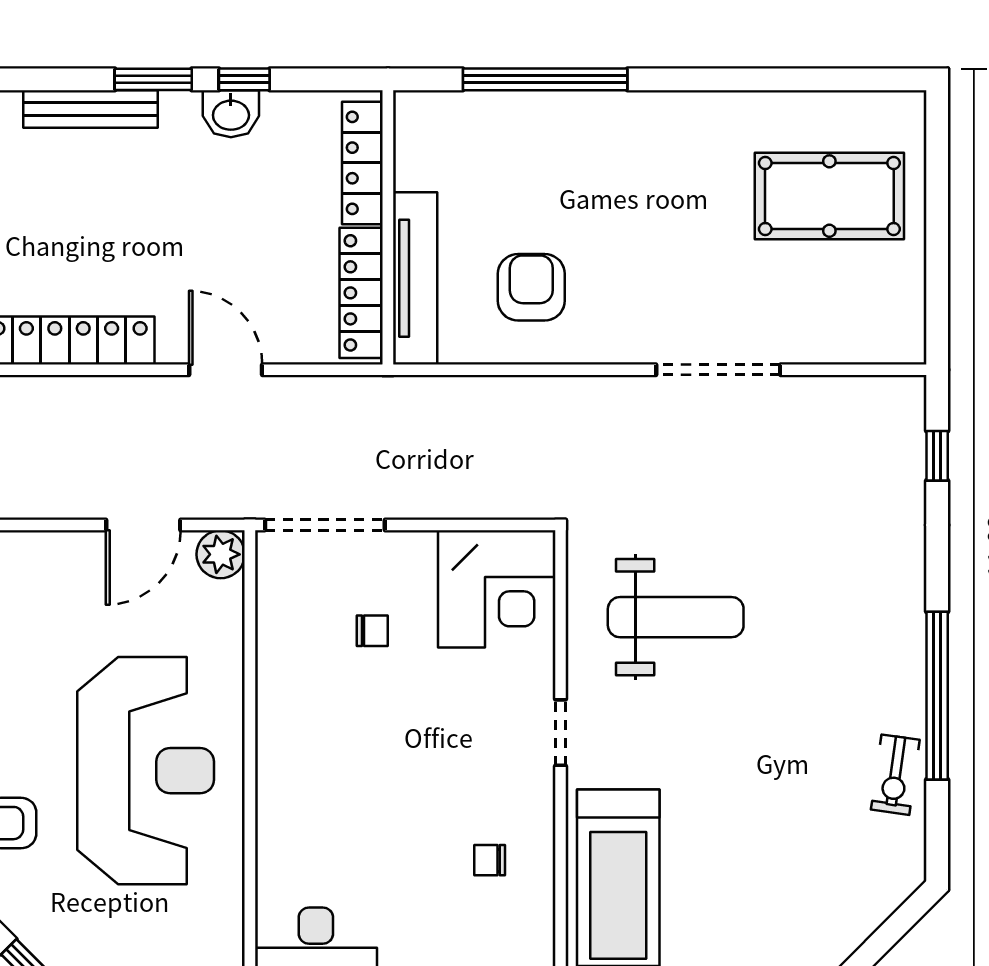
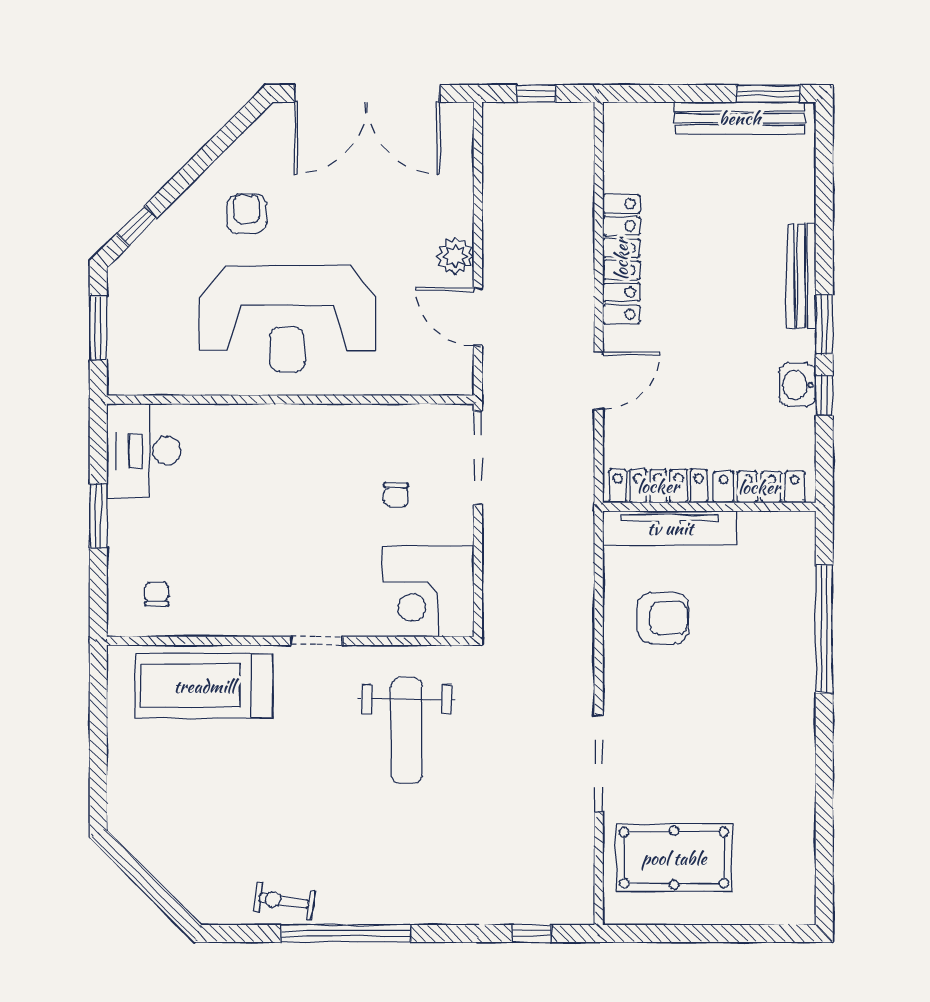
pool table: (829, 196) -> (674, 858), moved, turned 90
plant: (221, 554) -> (455, 256), moved
chair: (490, 860) -> (157, 594), moved

